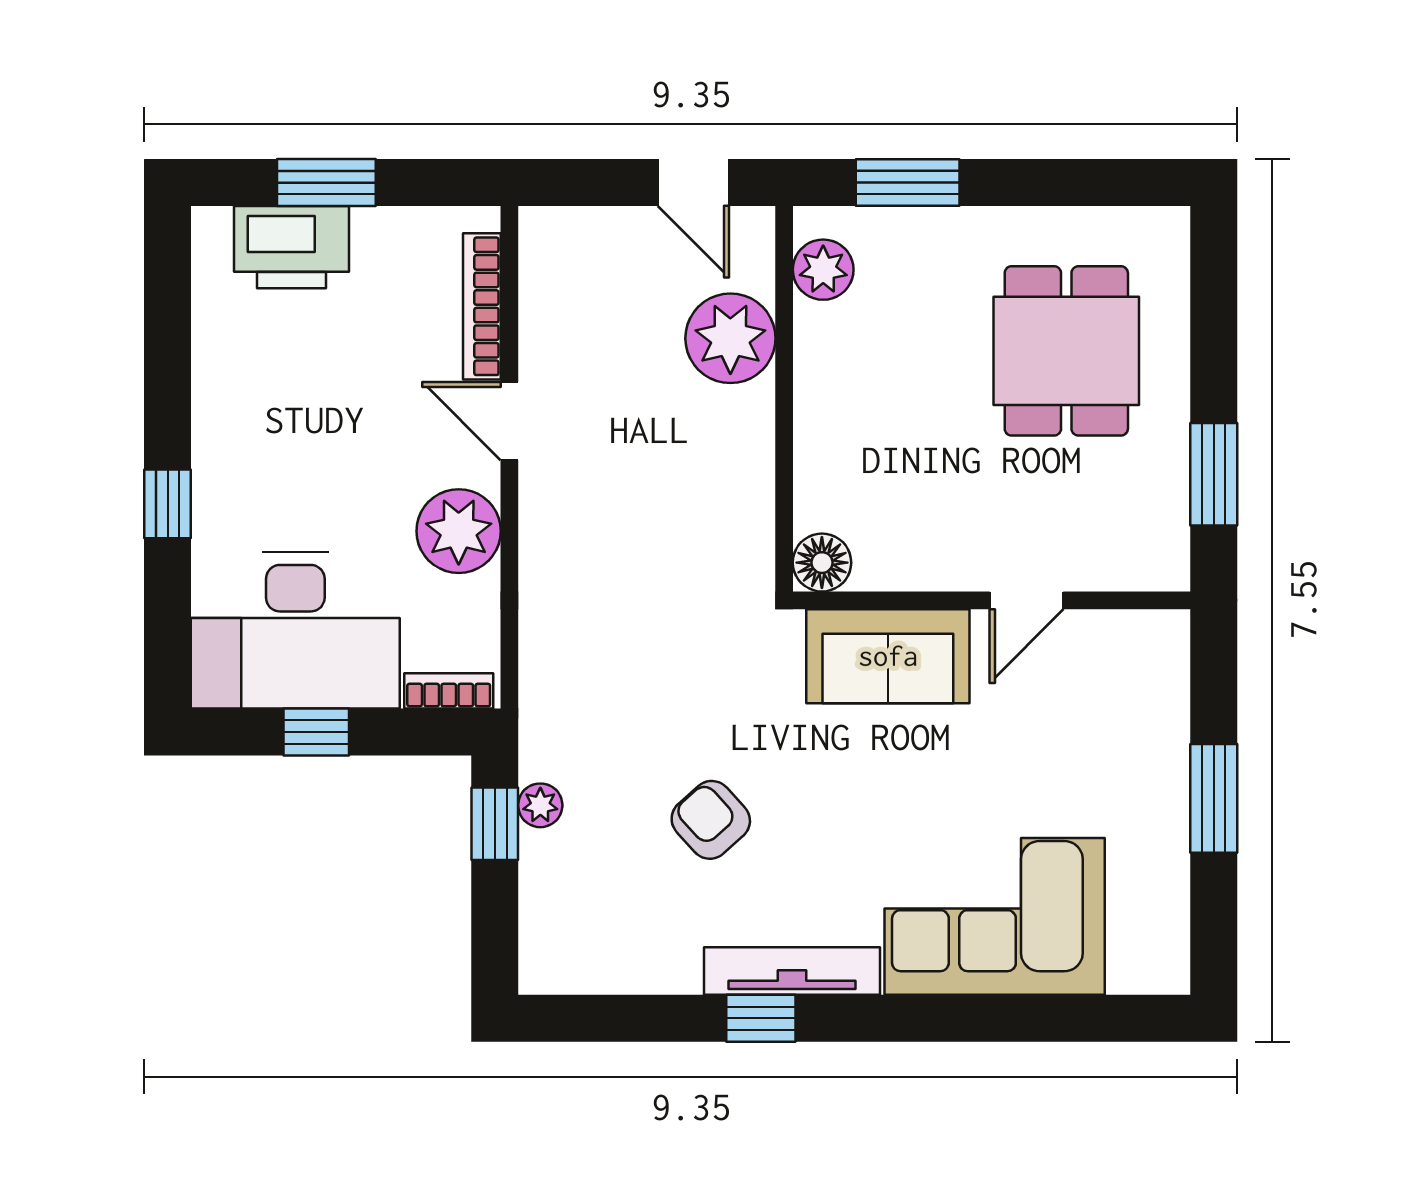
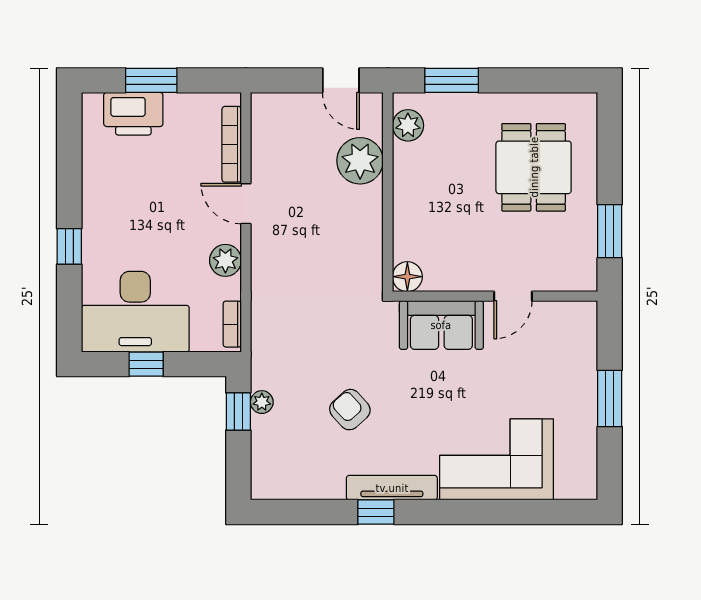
plant: (459, 531) -> (225, 260), width x0.73, depth x0.73
bookcase: (449, 691) -> (232, 324), moved, turned -90

